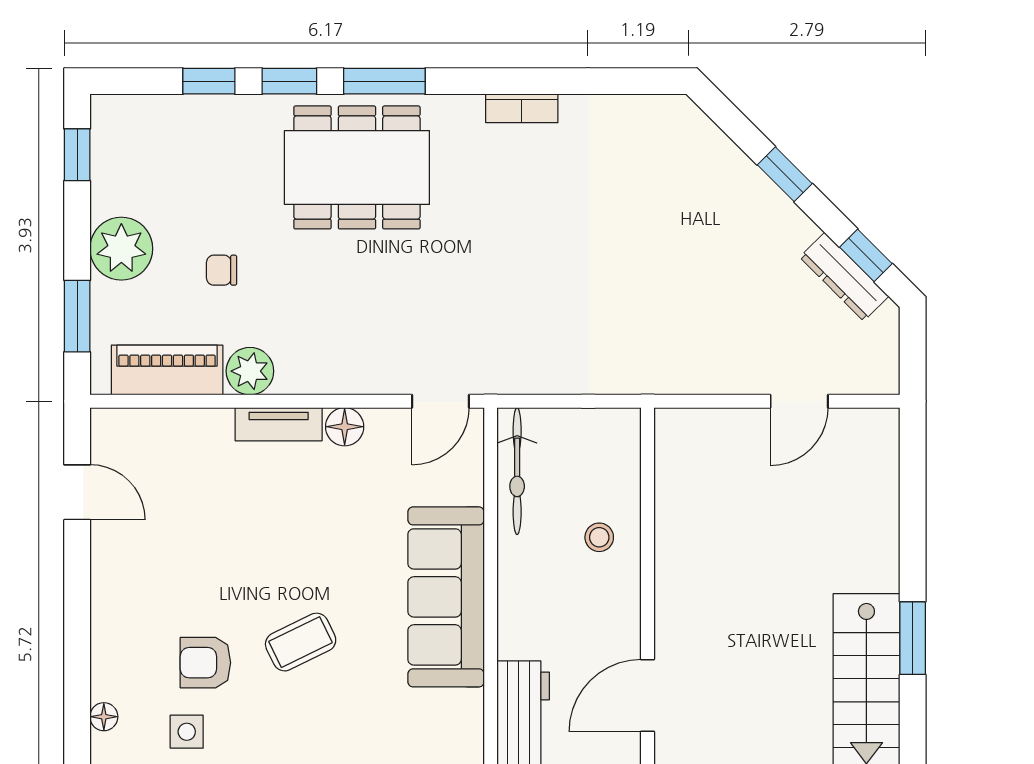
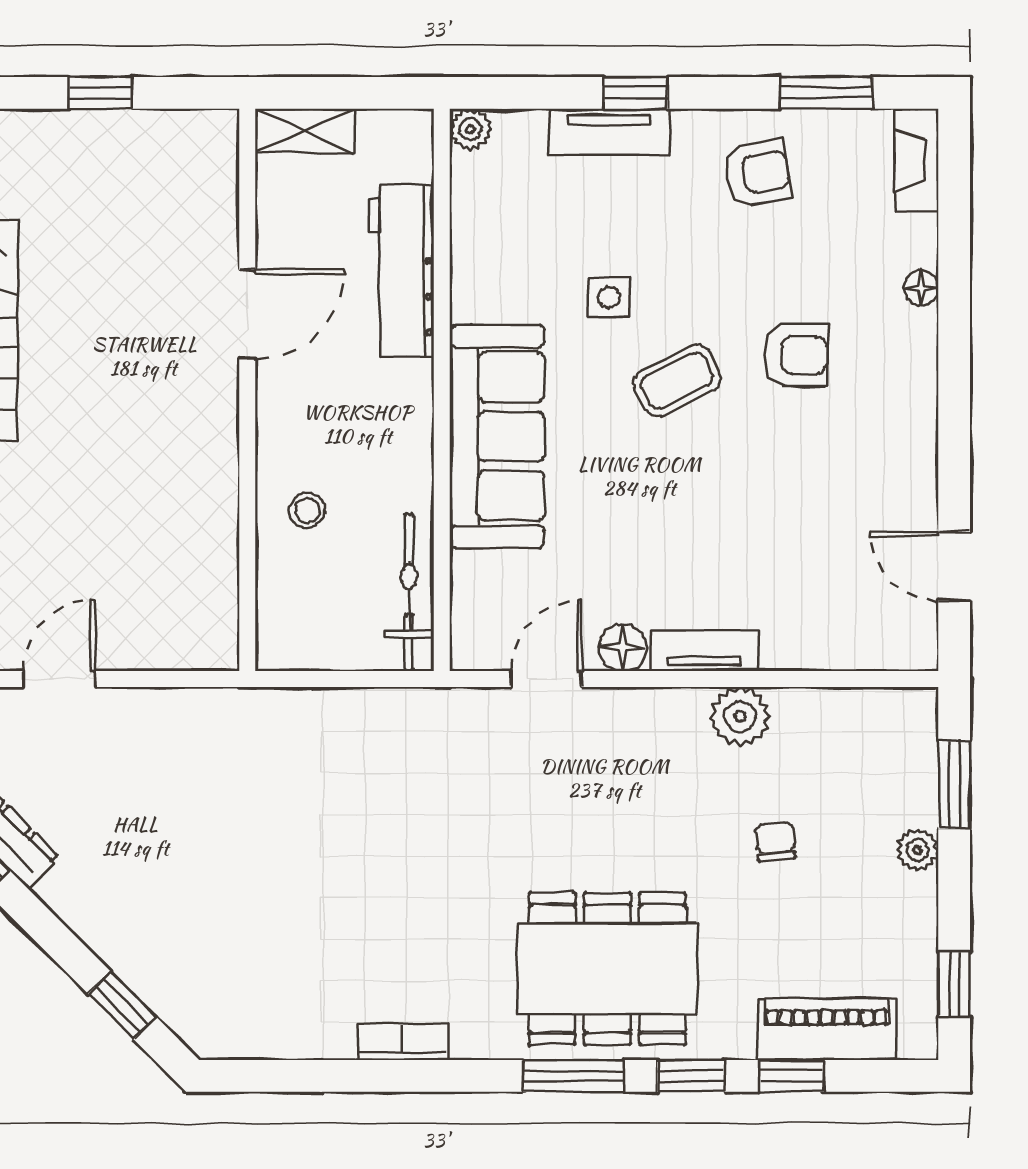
window: (785, 174) -> (122, 1005), moved
plant: (121, 249) -> (918, 850), width x0.53, depth x0.53
chair: (222, 270) -> (775, 841), turned -95
piano: (167, 370) -> (827, 1029), moved, turned 180
door: (441, 401) -> (546, 679), moved
side table: (187, 732) -> (609, 297), moved

